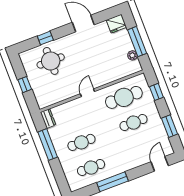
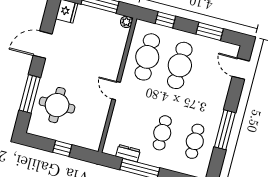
window: (45, 38) -> (30, 94), width x2.17
plant: (132, 55) -> (126, 22), moved
dresser: (48, 119) -> (128, 153), moved
cafe table: (133, 123) -> (180, 65), width x1.37, depth x1.35

